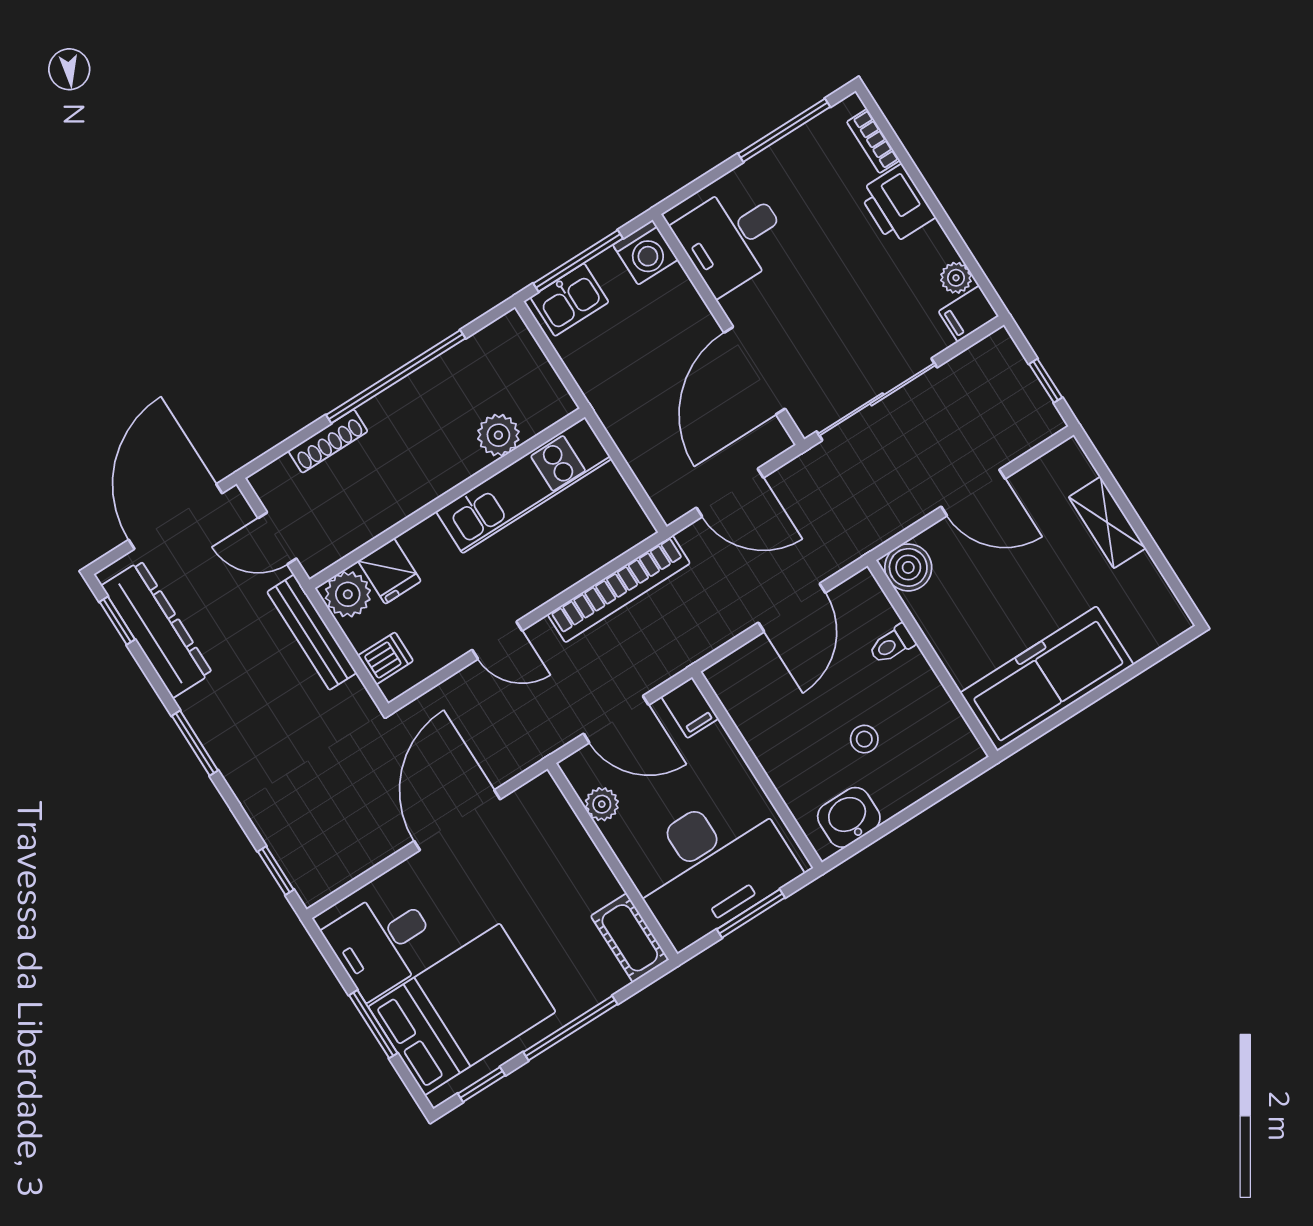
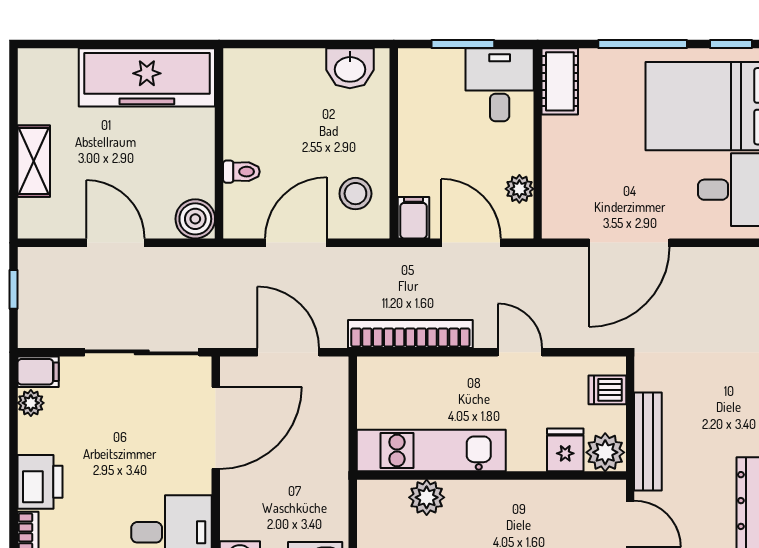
stool: (864, 739) -> (355, 194), moved, width x1.37, depth x1.37
desk: (711, 866) -> (500, 85), width x0.53, depth x0.77

